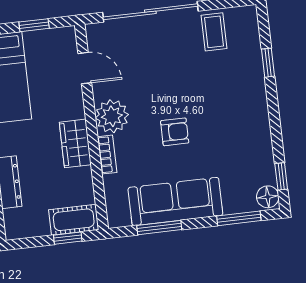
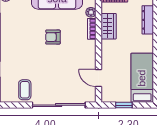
plant: (112, 116) -> (91, 12), moved, width x0.53, depth x0.53
wardrobe: (75, 143) -> (109, 26), moved

